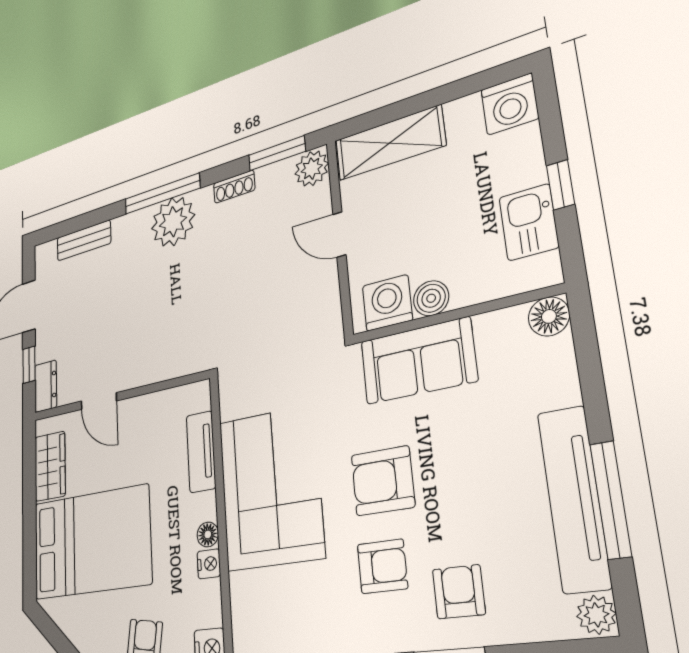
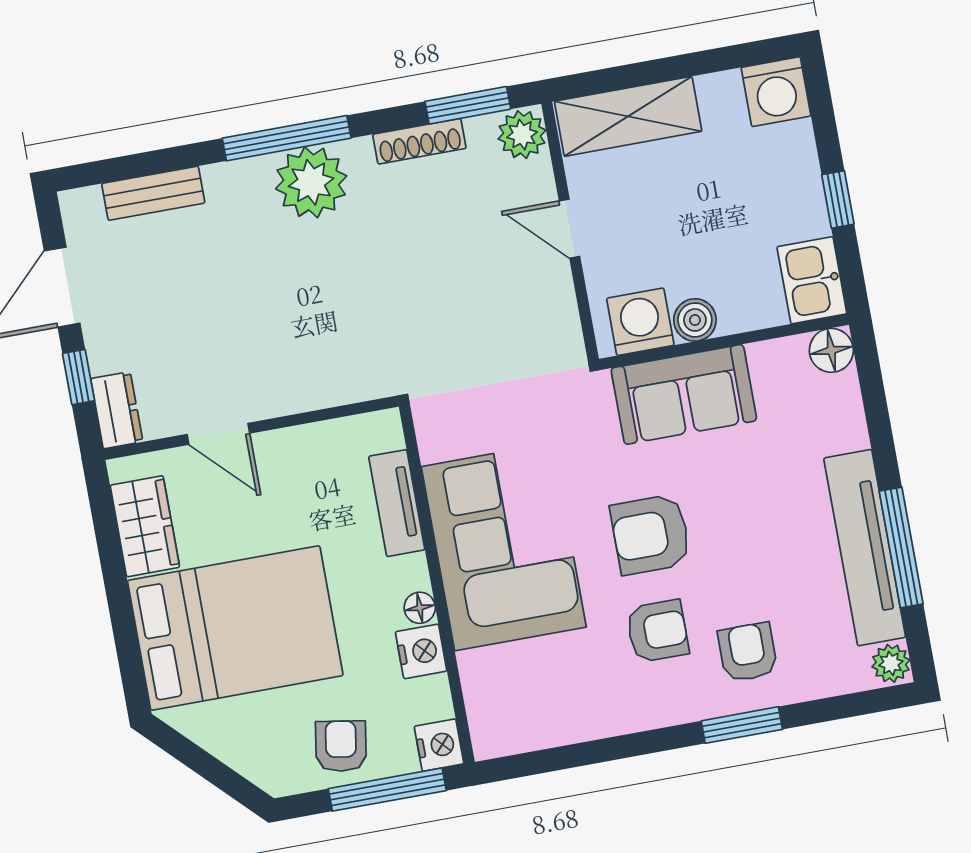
shoe rack: (234, 187) -> (419, 141), width x1.43
kitchen sink: (529, 222) -> (812, 280), moved
nightstand: (209, 564) -> (421, 651), width x1.39, depth x1.35

